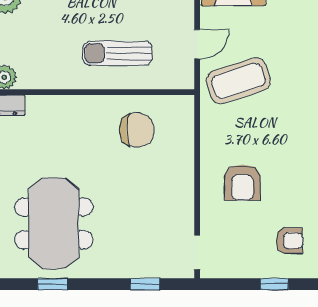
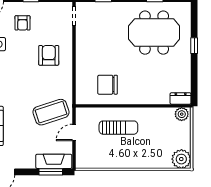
meeting table: (54, 223) -> (154, 33), turned 90
armchair: (289, 241) -> (23, 23), turned -90

